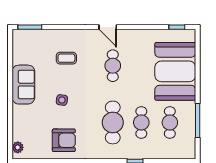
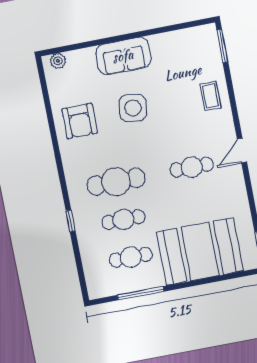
coffee table: (66, 58) -> (211, 96), moved
sofa: (23, 85) -> (123, 56), moved
side table: (62, 100) -> (133, 108), width x1.87, depth x1.87

